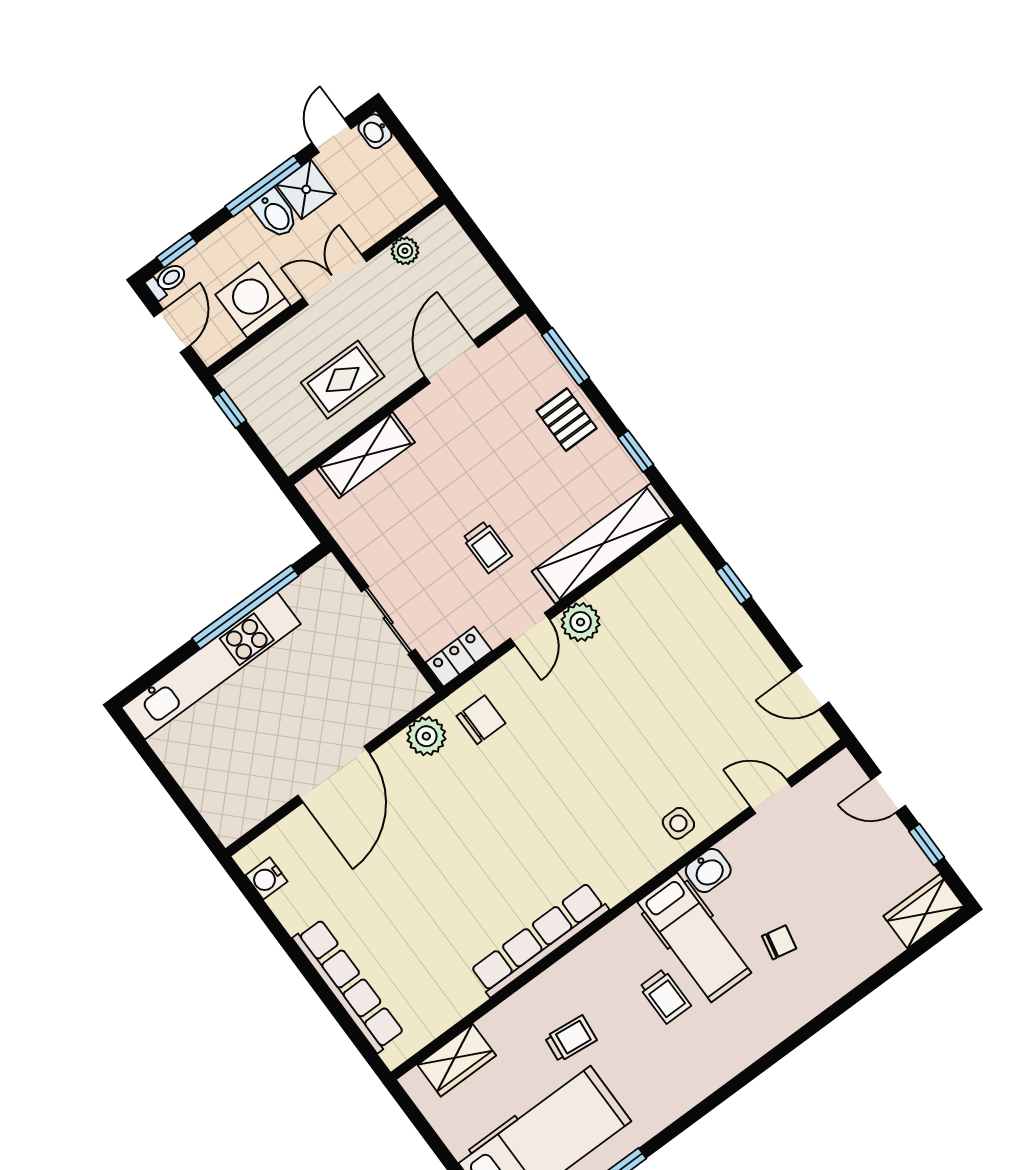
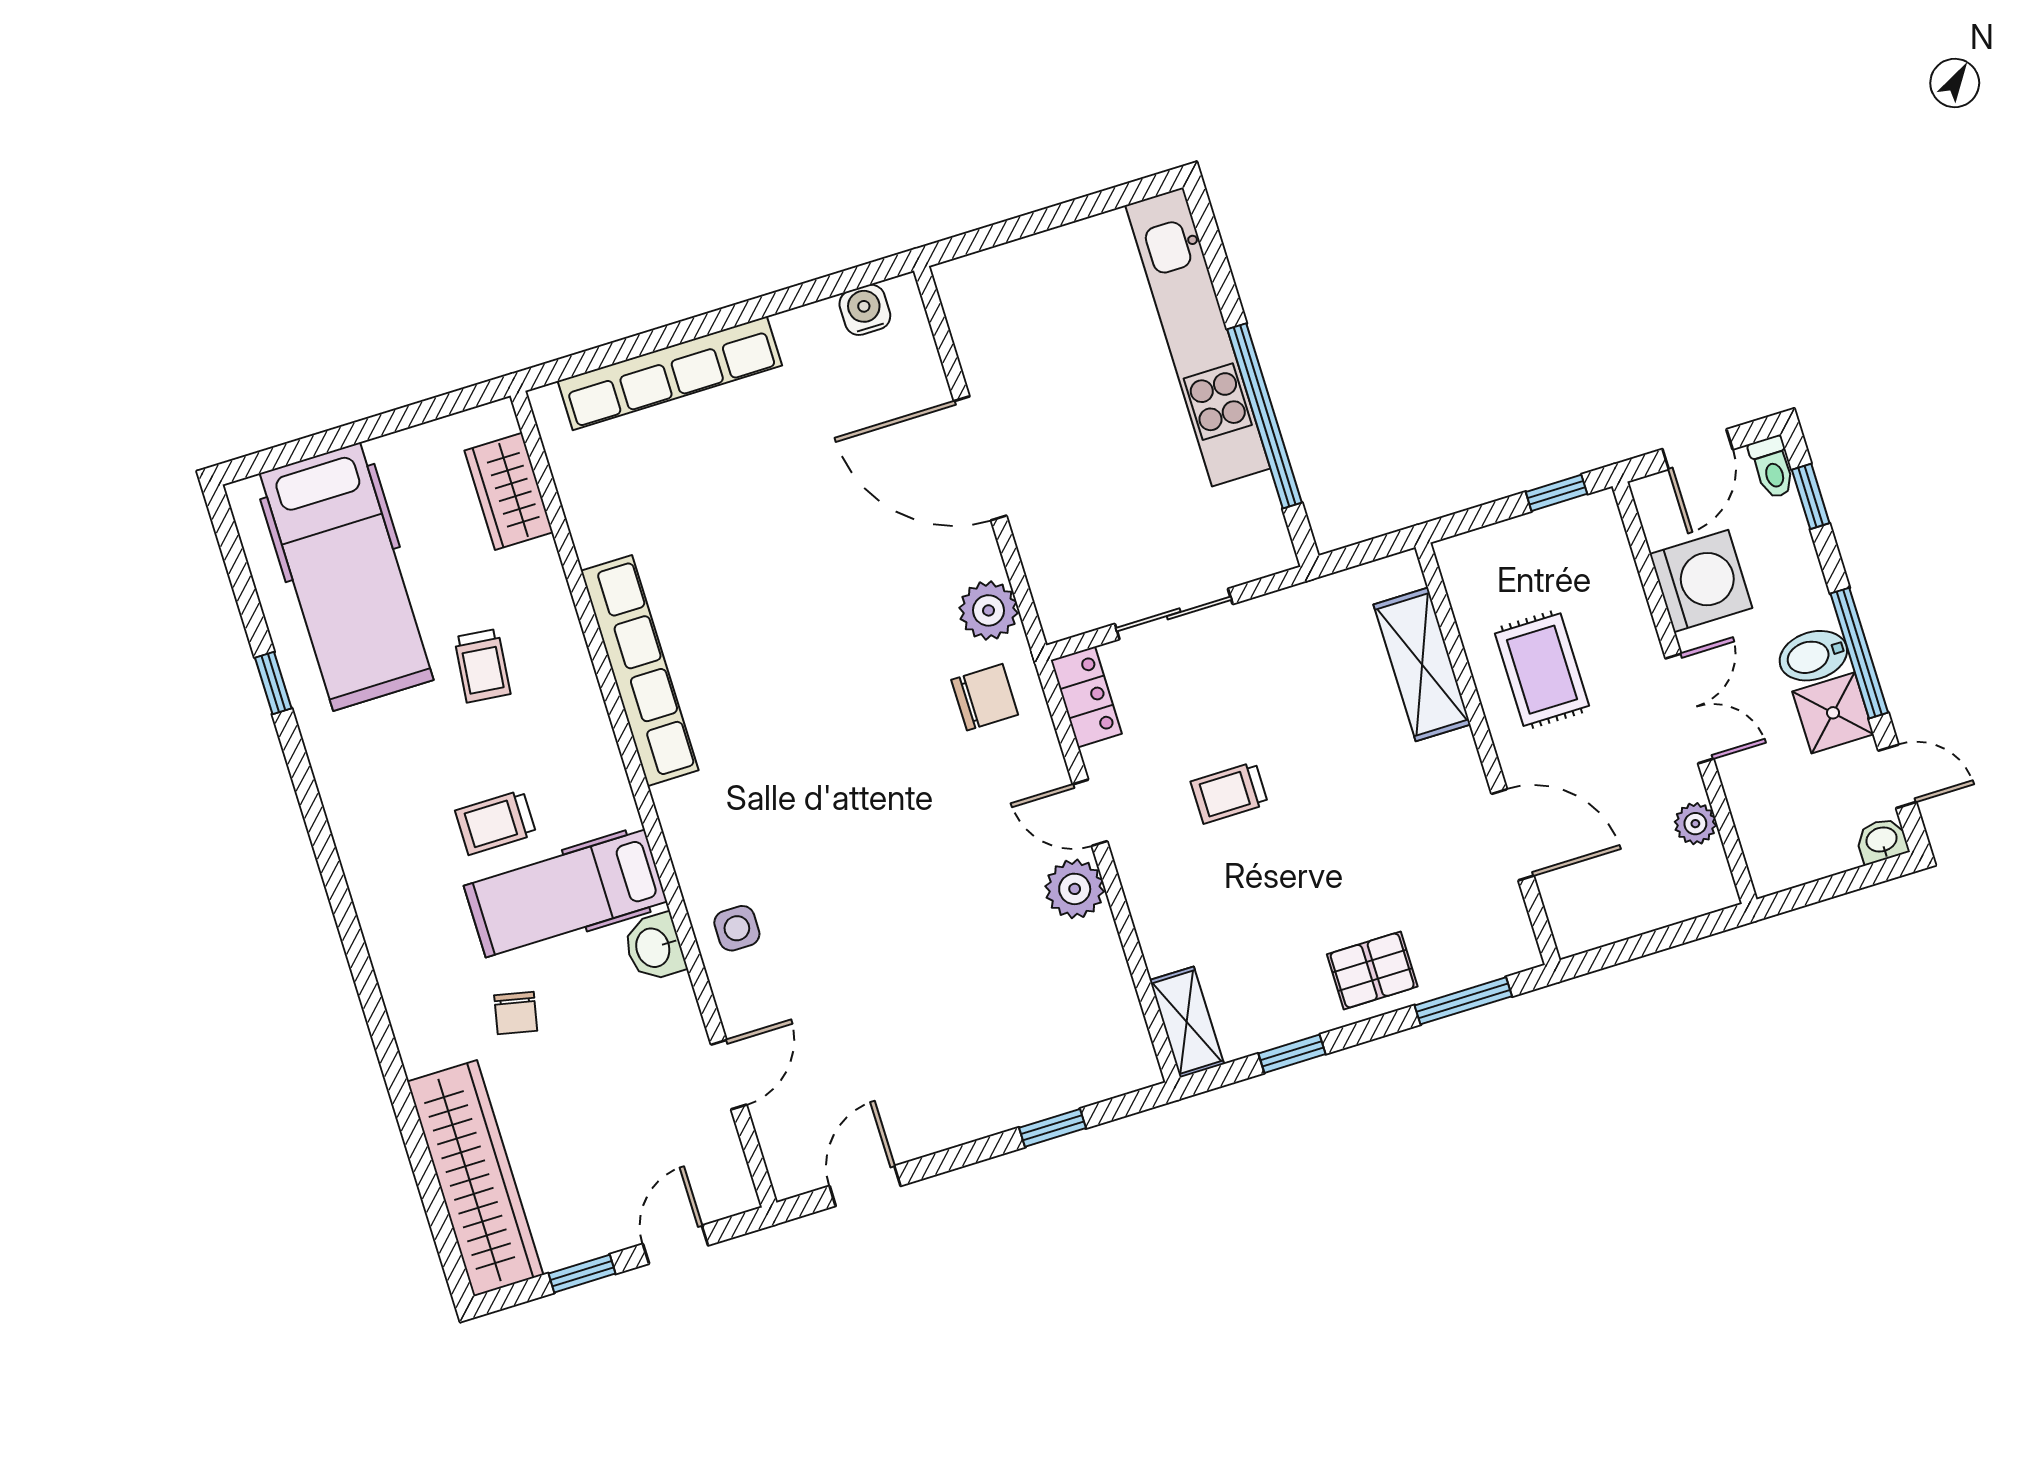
door: (172, 331) -> (1698, 449), hinge flipped
shelving: (603, 543) -> (1187, 1022), width x0.45, depth x0.75
chair: (481, 720) -> (985, 697), turned -90
wardrobe: (924, 911) -> (475, 1178), width x2.10, depth x1.17

